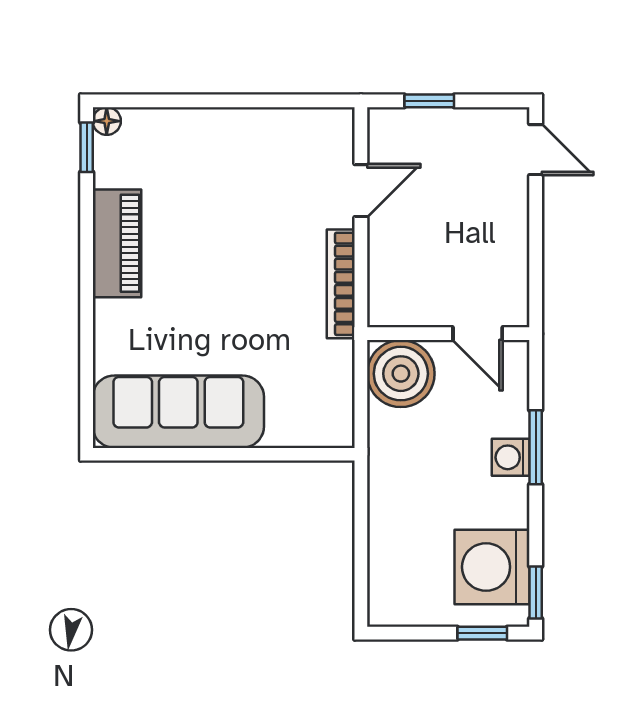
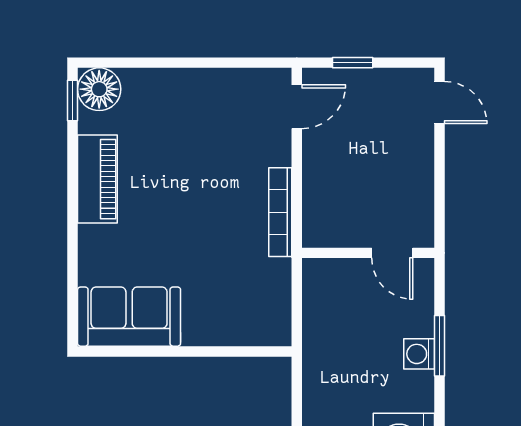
floor lamp: (107, 121) -> (99, 89), width x1.89, depth x1.89
door: (361, 191) -> (297, 107), moved
boiler: (401, 374) -> (329, 285), removed
sofa: (178, 412) -> (129, 317), width x0.73

